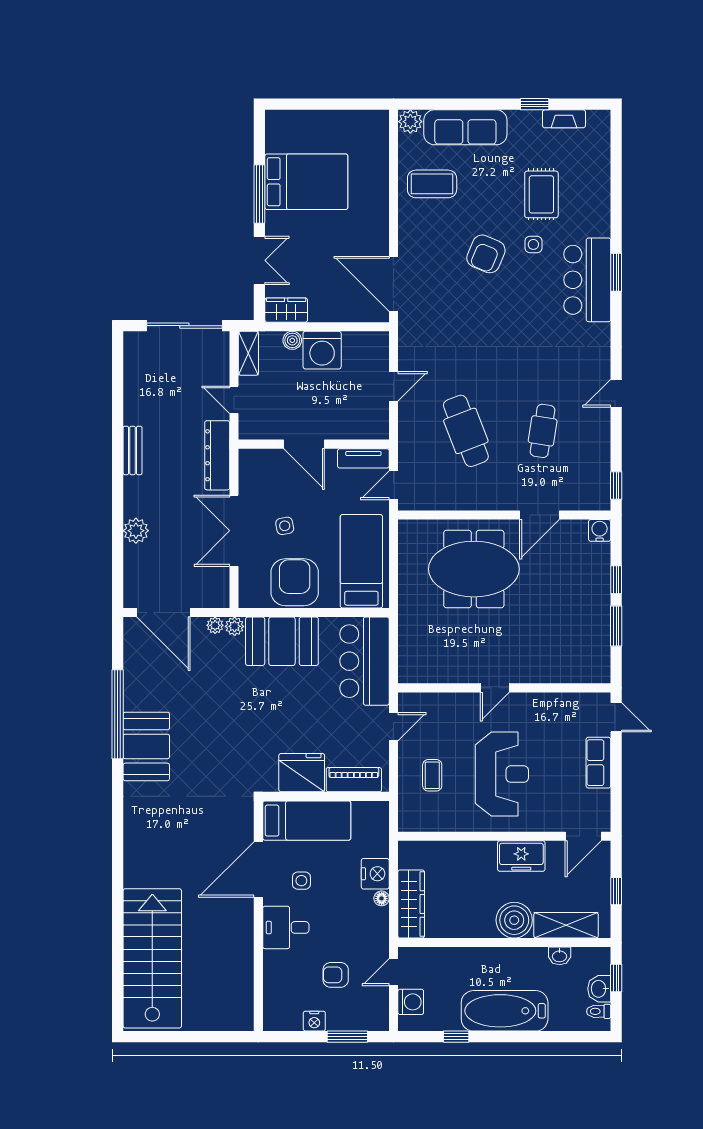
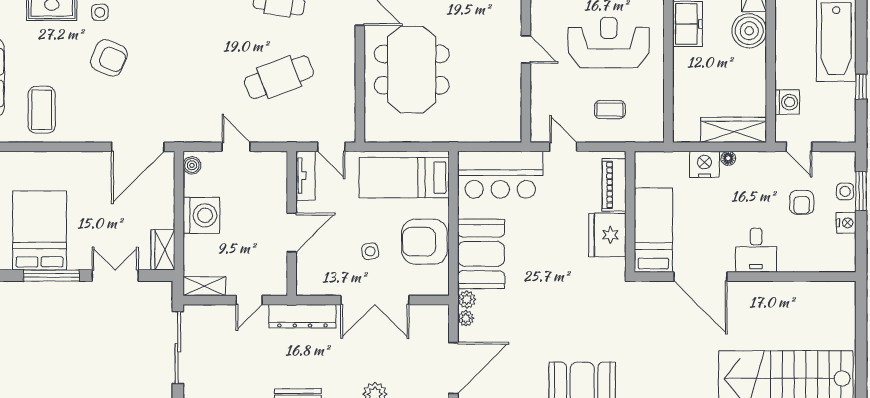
boiler: (292, 340) -> (192, 165), moved
side table: (301, 881) -> (845, 191), moved
washing machine: (411, 1002) -> (787, 102), moved, turned 90

